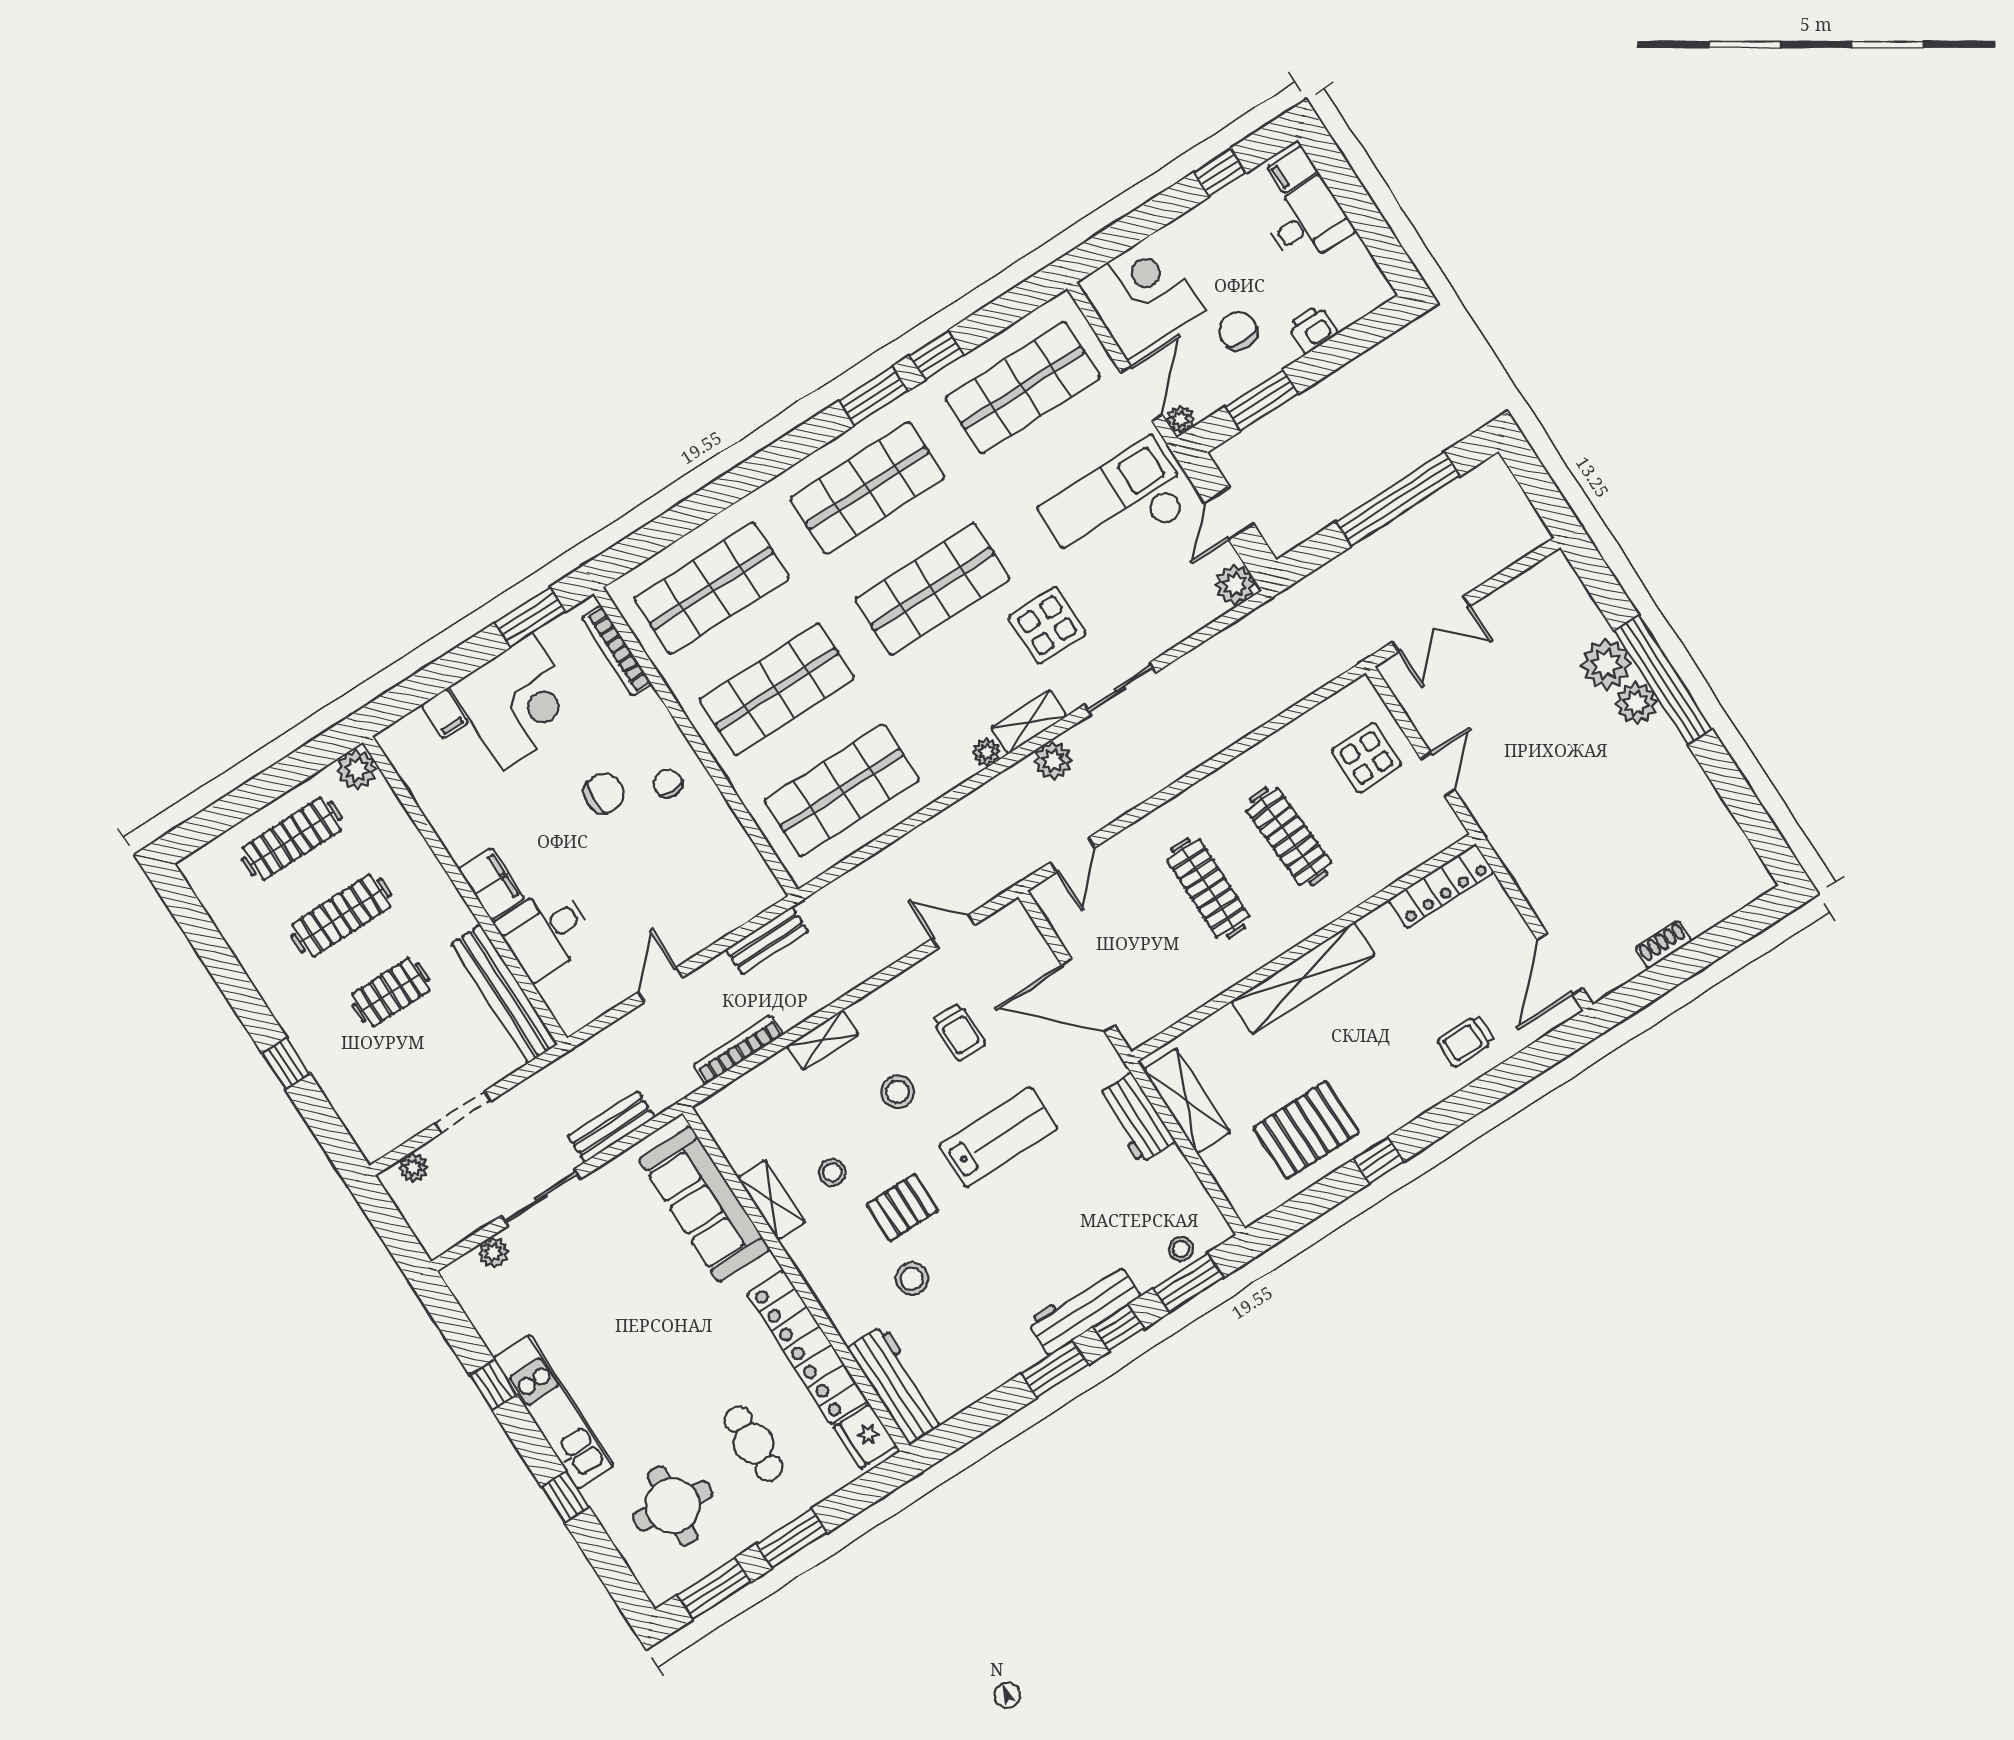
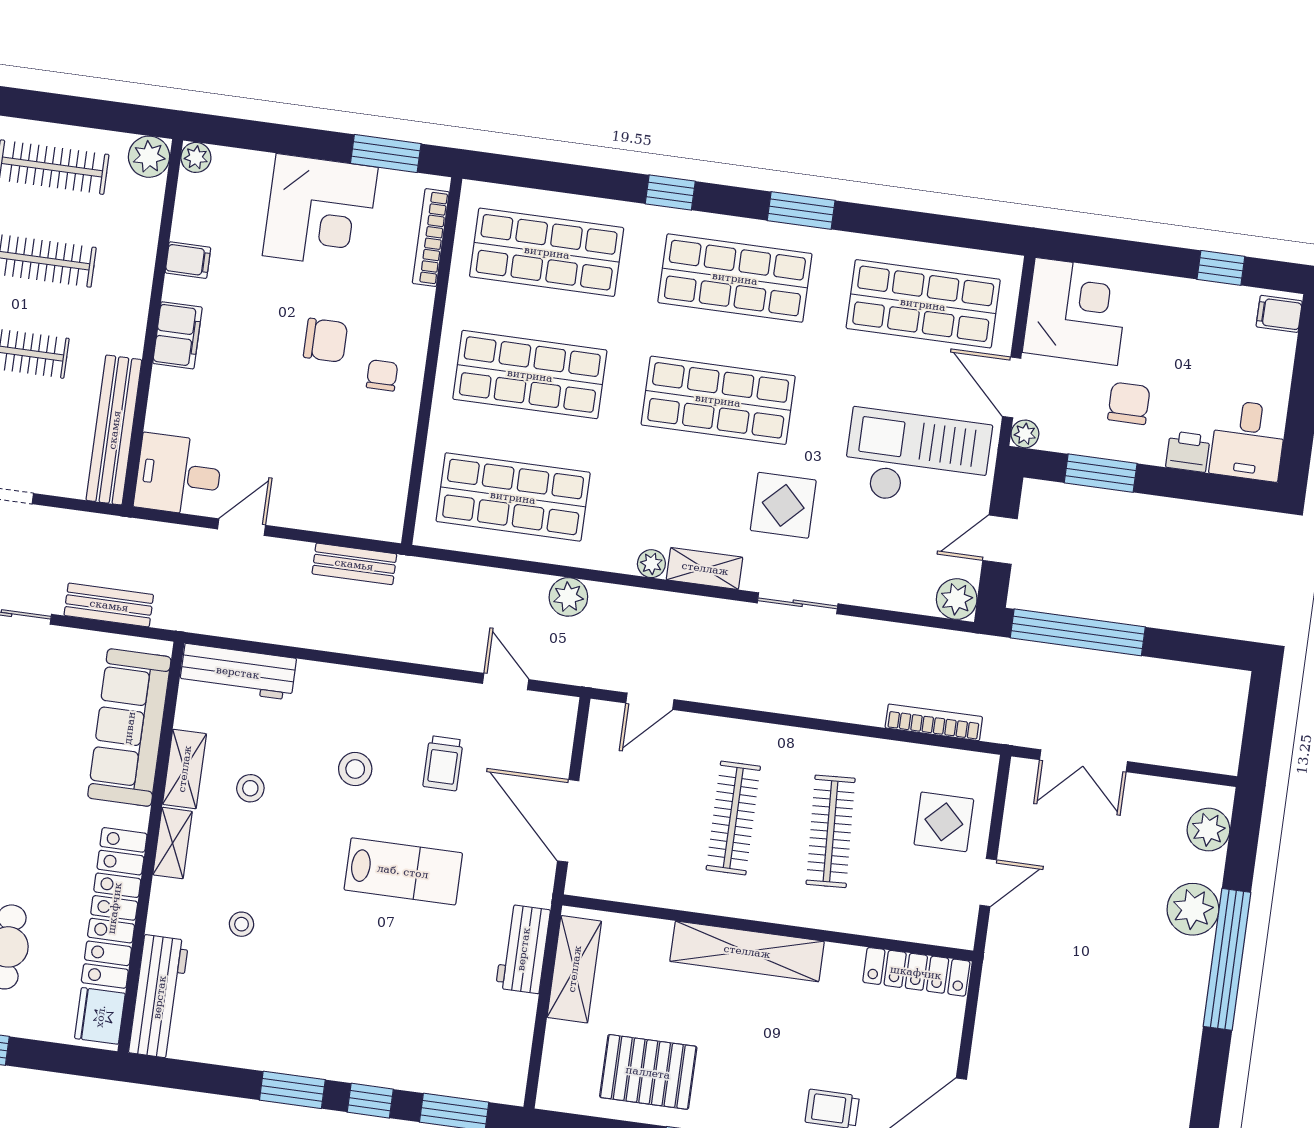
desk: (1307, 222) -> (1248, 441), moved, turned 90
window: (937, 355) -> (670, 192), moved
door: (1141, 393) -> (1012, 387), swing flipped
window: (1398, 499) -> (1078, 632), moved
plant: (1636, 703) -> (1208, 830), moved
filing cabinet: (445, 714) -> (188, 260), moved, turned -90
plant: (392, 740) -> (196, 157), added
plant: (1053, 761) -> (568, 597), moved
desk: (546, 932) -> (178, 475), moved
shelving: (823, 1040) -> (173, 843), moved, turned 90
bookcase: (738, 1050) -> (934, 722), moved
pallet: (902, 1208) -> (282, 862), removed
stool: (1181, 1249) -> (471, 1081), removed
stool: (912, 1279) -> (242, 924), width x0.73, depth x0.73
workbench: (1084, 1309) -> (238, 672), moved, turned 180

